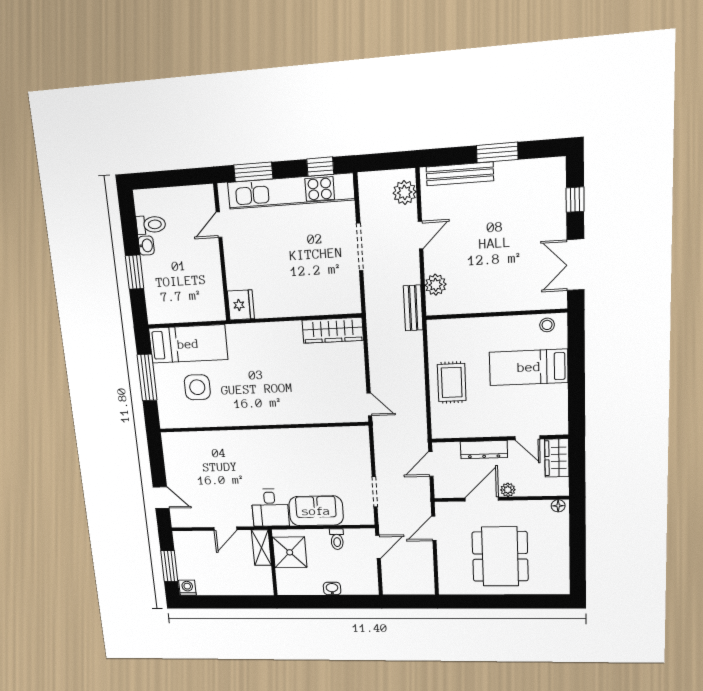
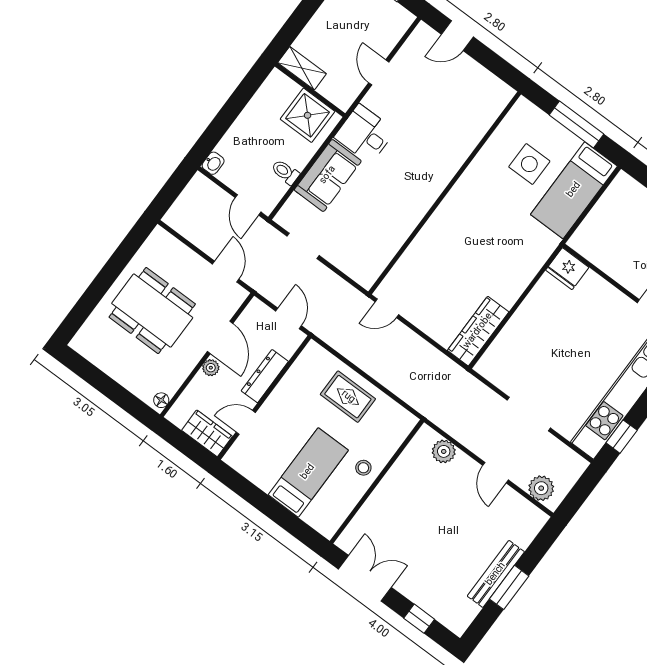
bench: (460, 174) -> (496, 574), moved
bench: (413, 308) -> (440, 417), removed
stool: (547, 325) -> (363, 468), moved
shelving: (261, 548) -> (302, 68), moved
washbasin: (332, 588) -> (213, 163), moved

